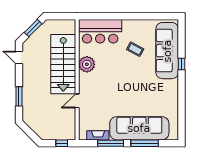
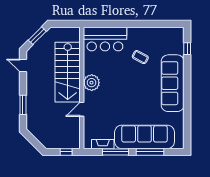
sofa: (167, 51) -> (173, 83), moved
plant: (87, 64) -> (92, 83), moved
window: (182, 64) -> (187, 49), moved

